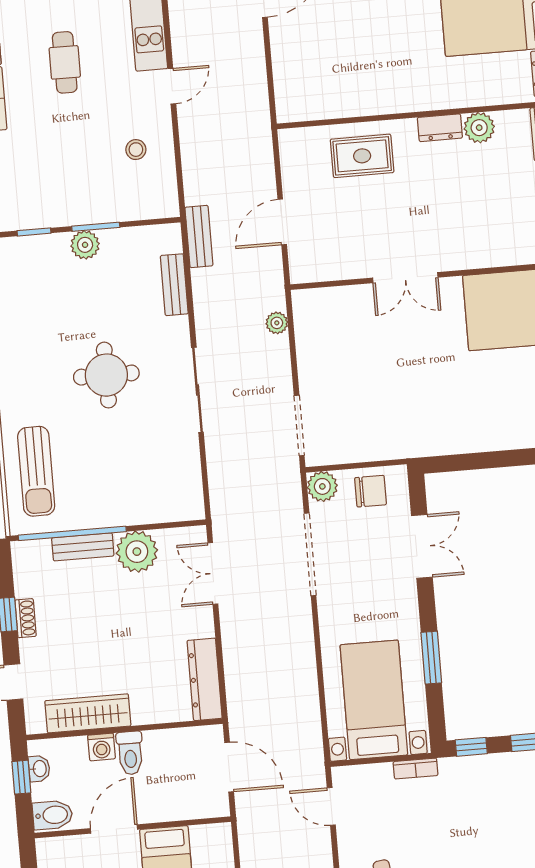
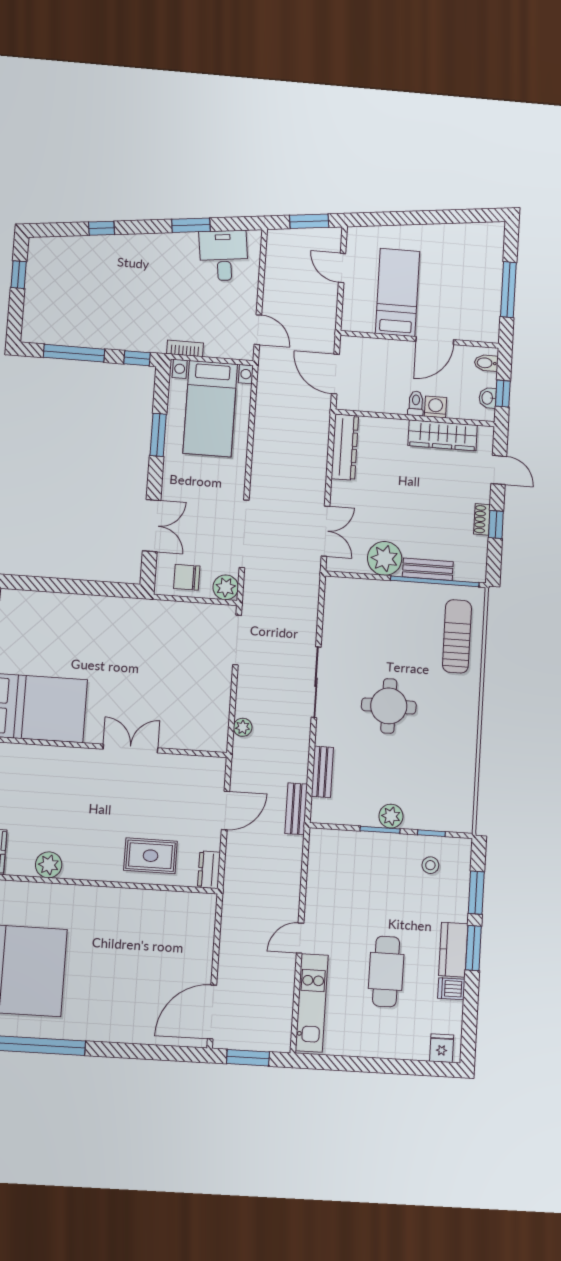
cafe table: (65, 62) -> (386, 971), width x1.37, depth x1.35
dresser: (440, 128) -> (209, 870), moved, turned -90
stool: (136, 150) -> (430, 865), moved
double door: (422, 546) -> (152, 526), swing flipped
toilet: (130, 753) -> (416, 403), width x0.73, depth x0.72
bidet: (52, 815) -> (486, 363), width x0.72, depth x0.74

